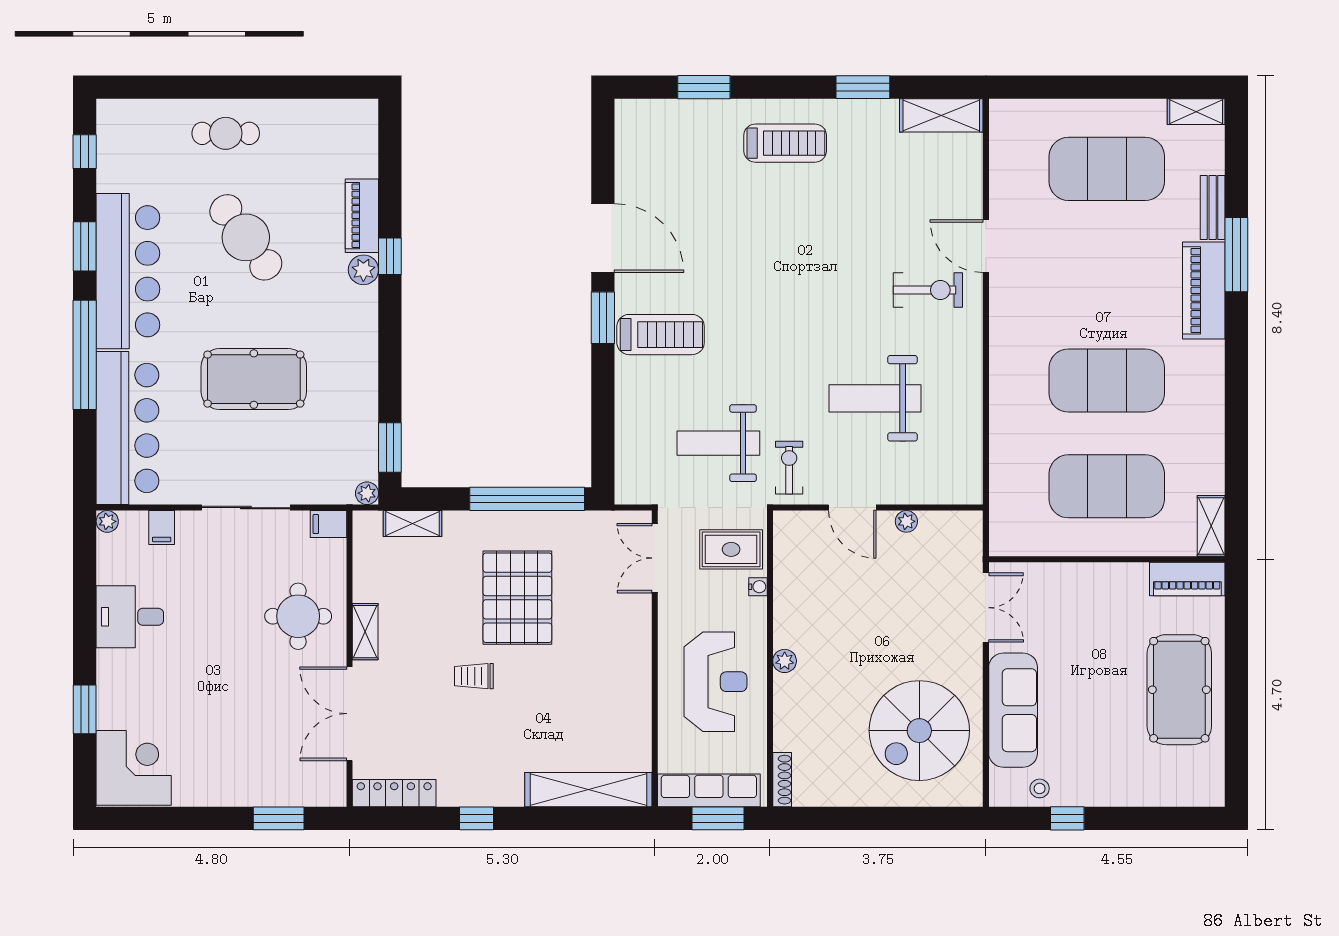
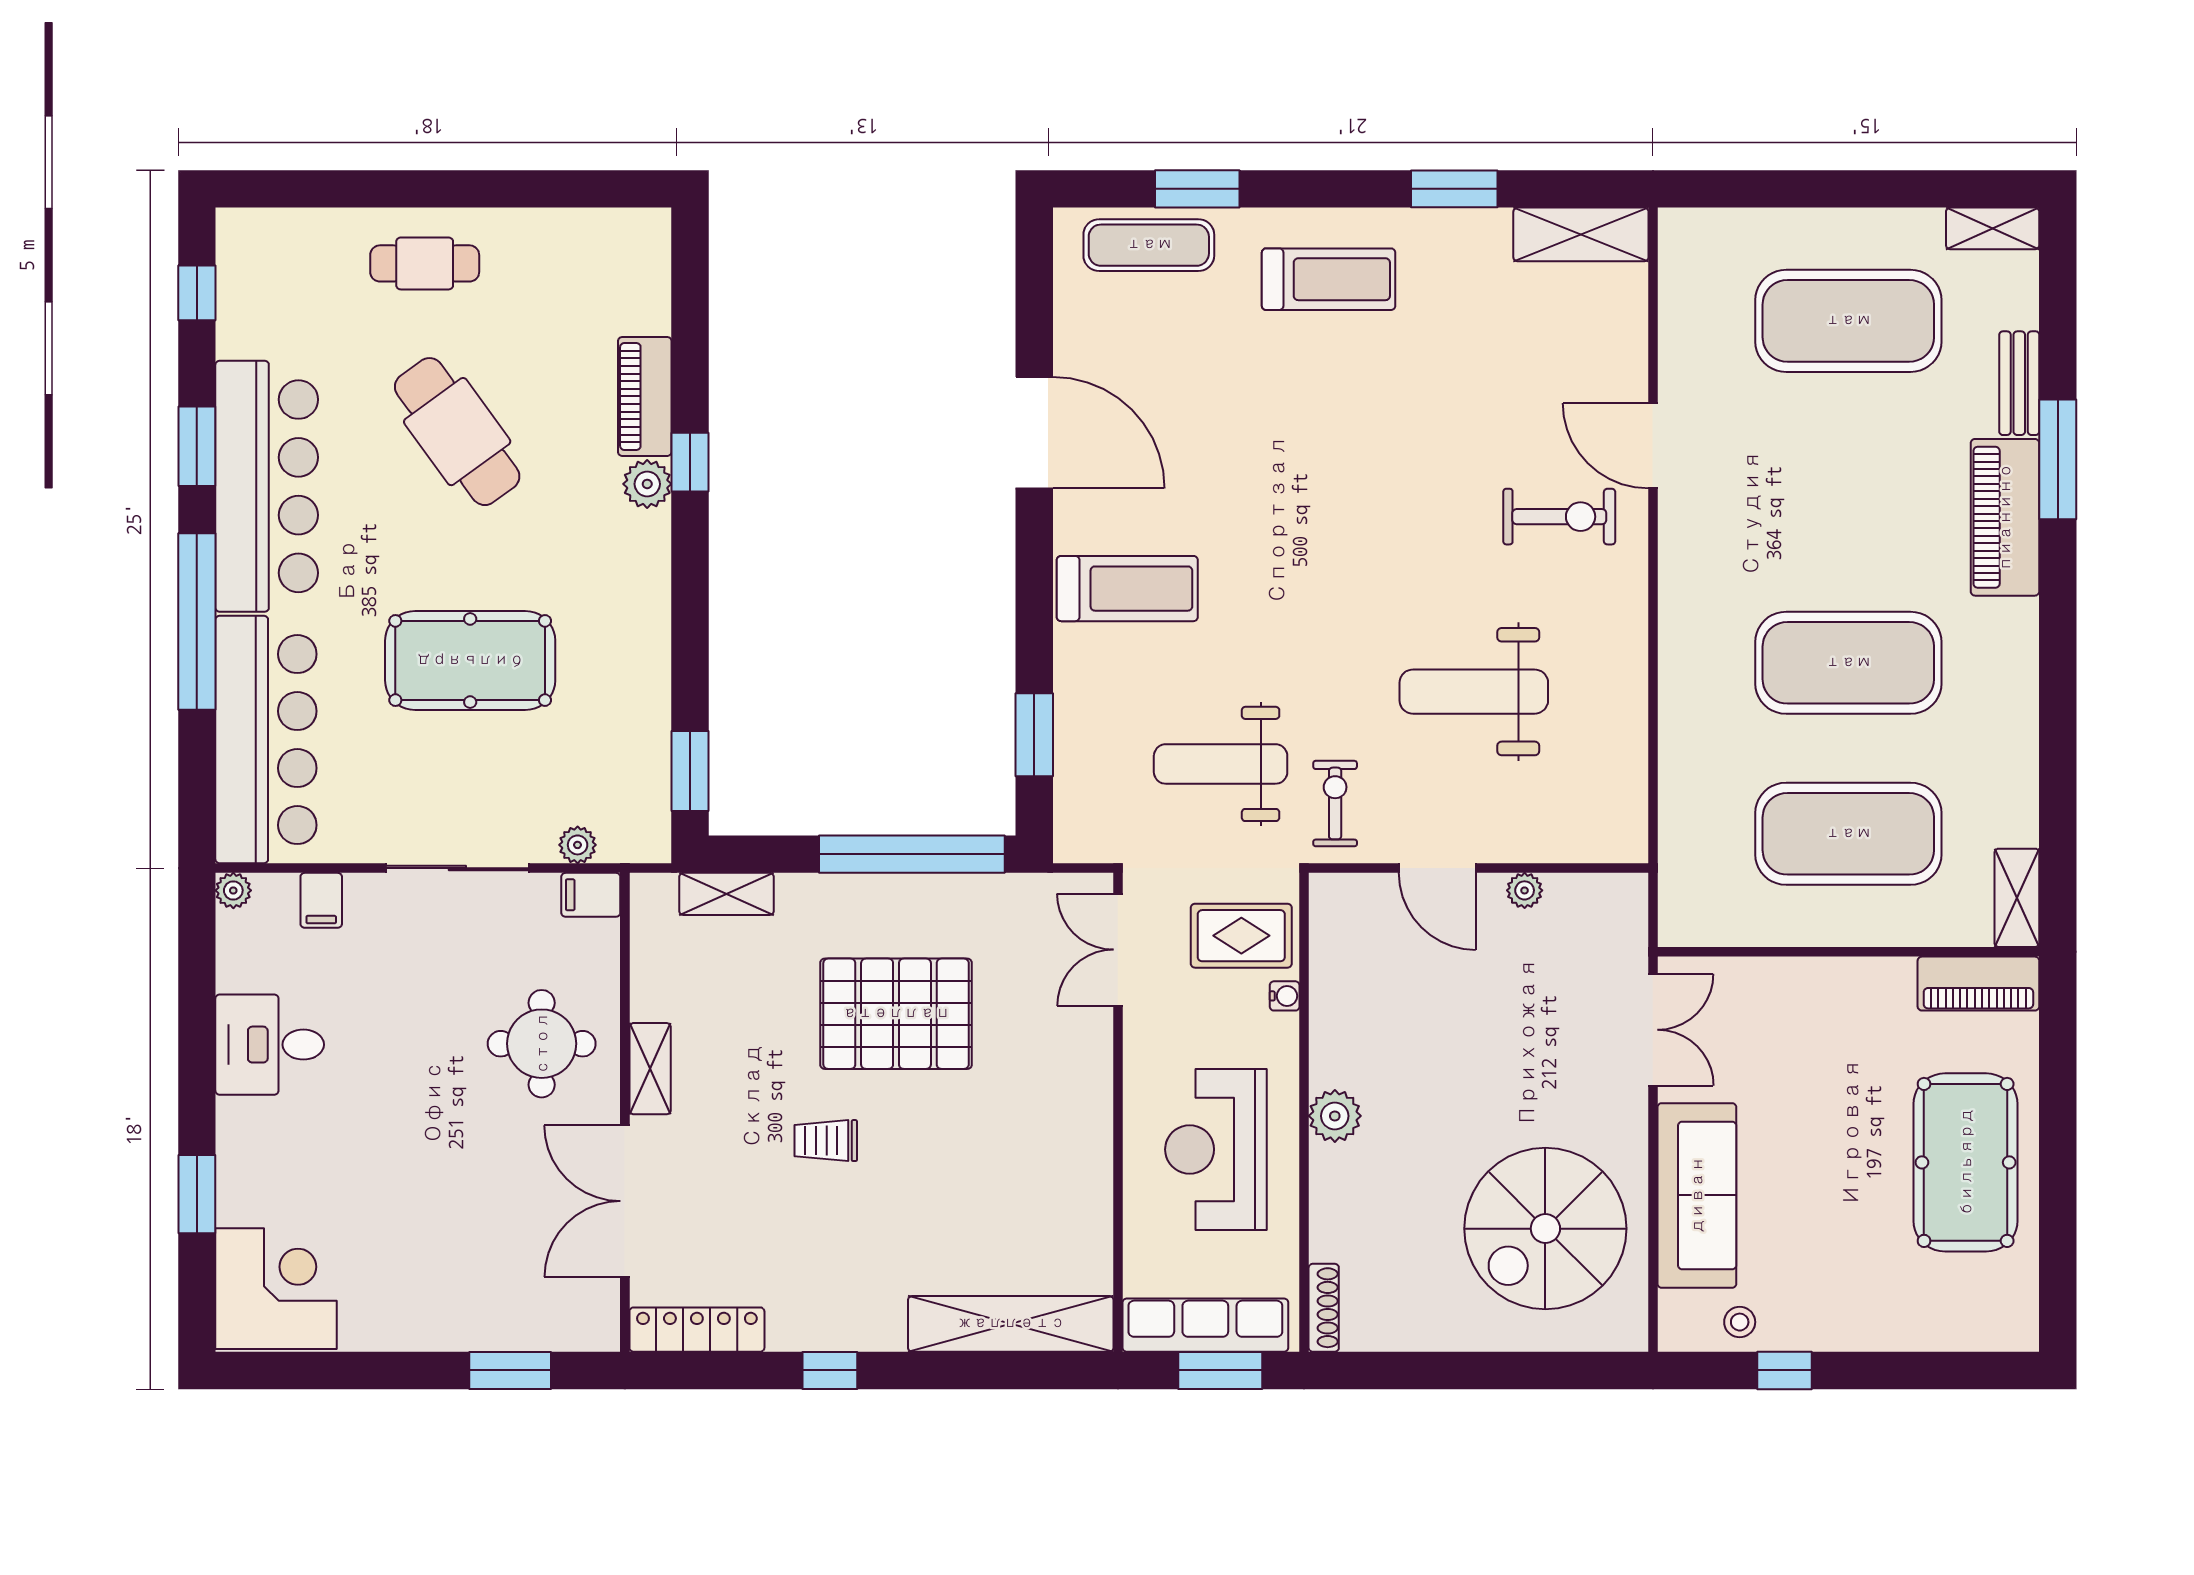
exercise mat: (674, 122) -> (1149, 245), added
window: (603, 318) -> (1034, 735), moved
plant: (367, 493) -> (578, 845), moved
pallet: (517, 598) -> (896, 1014), turned 90
plant: (785, 661) -> (1335, 1116), width x1.38, depth x1.38
reception desk: (715, 682) -> (1216, 1149), turned 180

